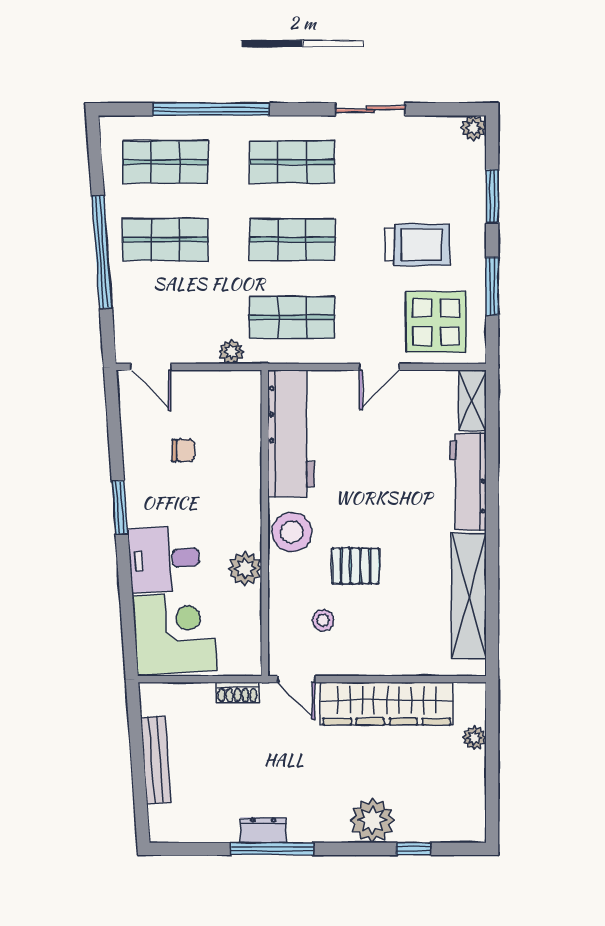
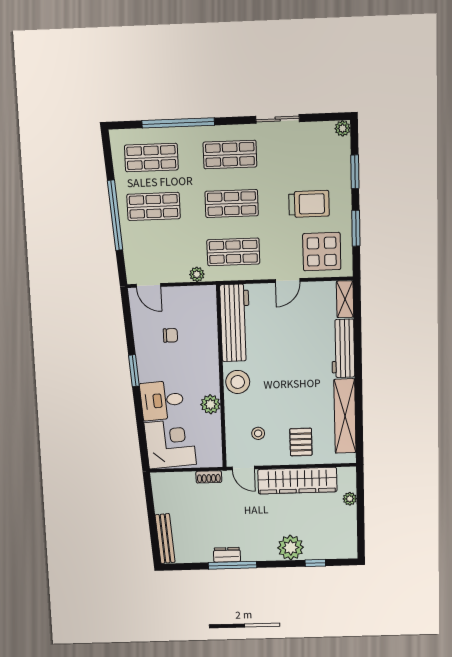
pallet: (355, 566) -> (301, 442), moved, turned 90
bench: (156, 760) -> (165, 539), moved

